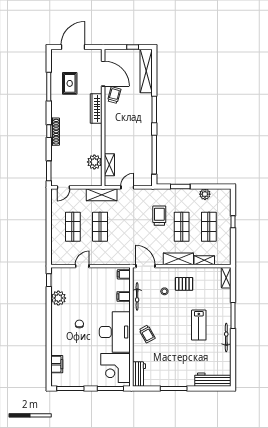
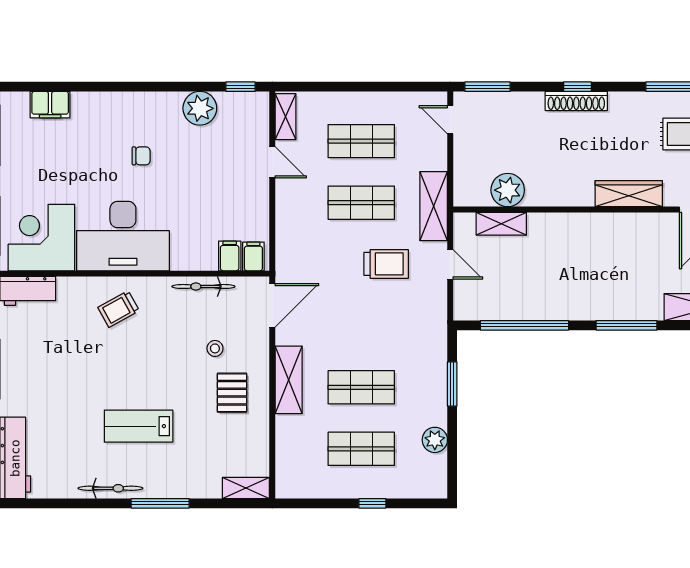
trolley: (114, 95) -> (659, 235), removed
trolley: (159, 216) -> (386, 264), moved
shelving: (204, 260) -> (285, 117), moved
filing cabinet: (124, 296) -> (230, 256), moved

